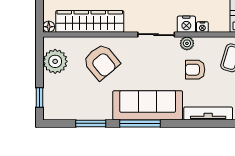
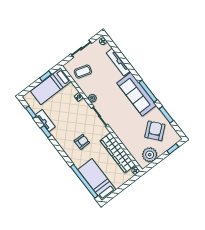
nightstand: (186, 24) -> (83, 106), removed
armchair: (101, 62) -> (155, 131), moved
armchair: (195, 70) -> (102, 85), removed

